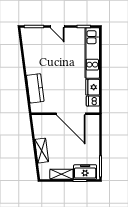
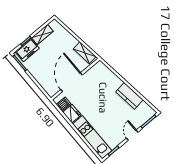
door: (57, 26) -> (132, 135), hinge flipped
kitchen counter: (35, 88) -> (129, 96), moved
door: (71, 114) -> (72, 82), hinge flipped
shelving: (42, 151) -> (85, 53), moved

